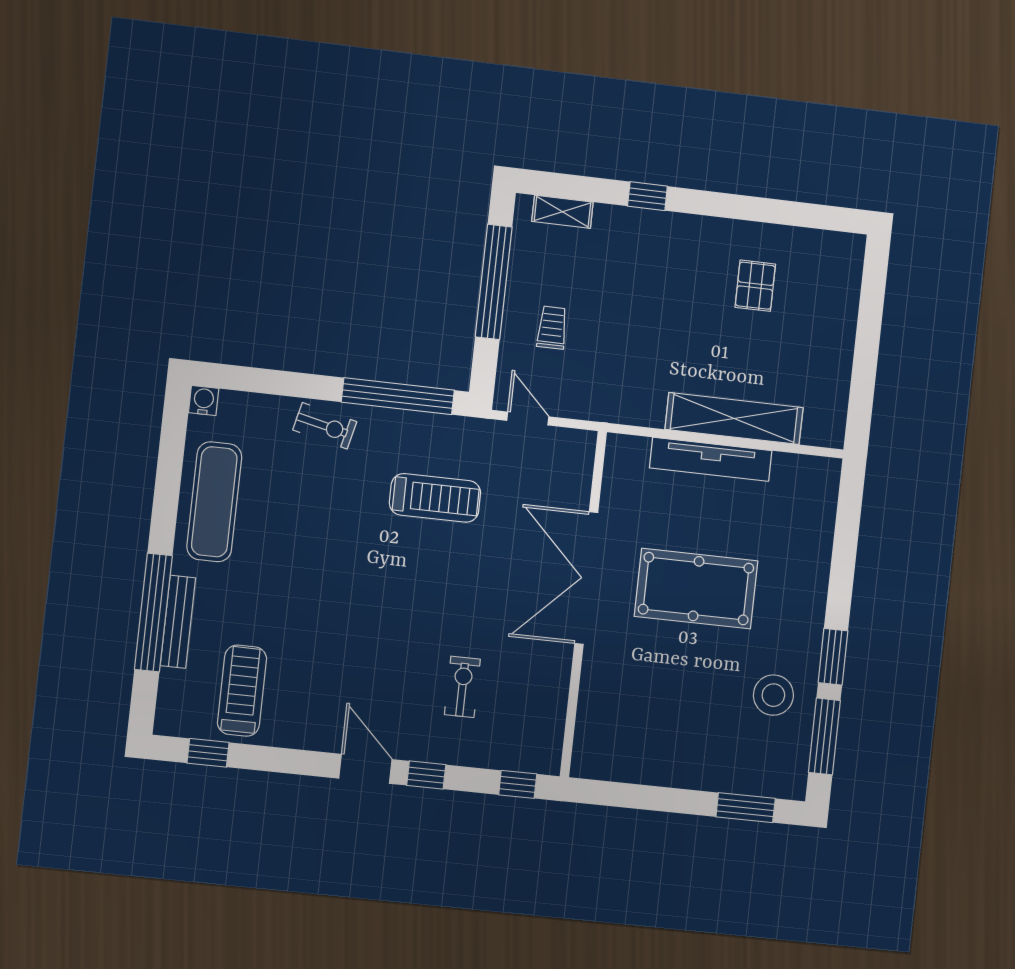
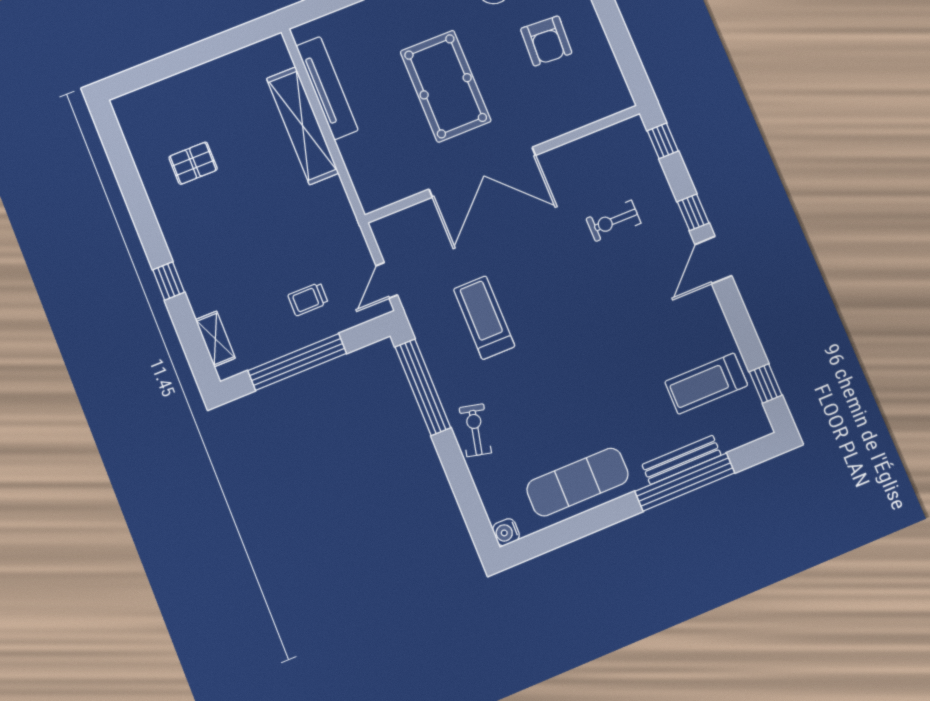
tv unit: (711, 459) -> (327, 88), moved
armchair: (687, 720) -> (546, 41), added

